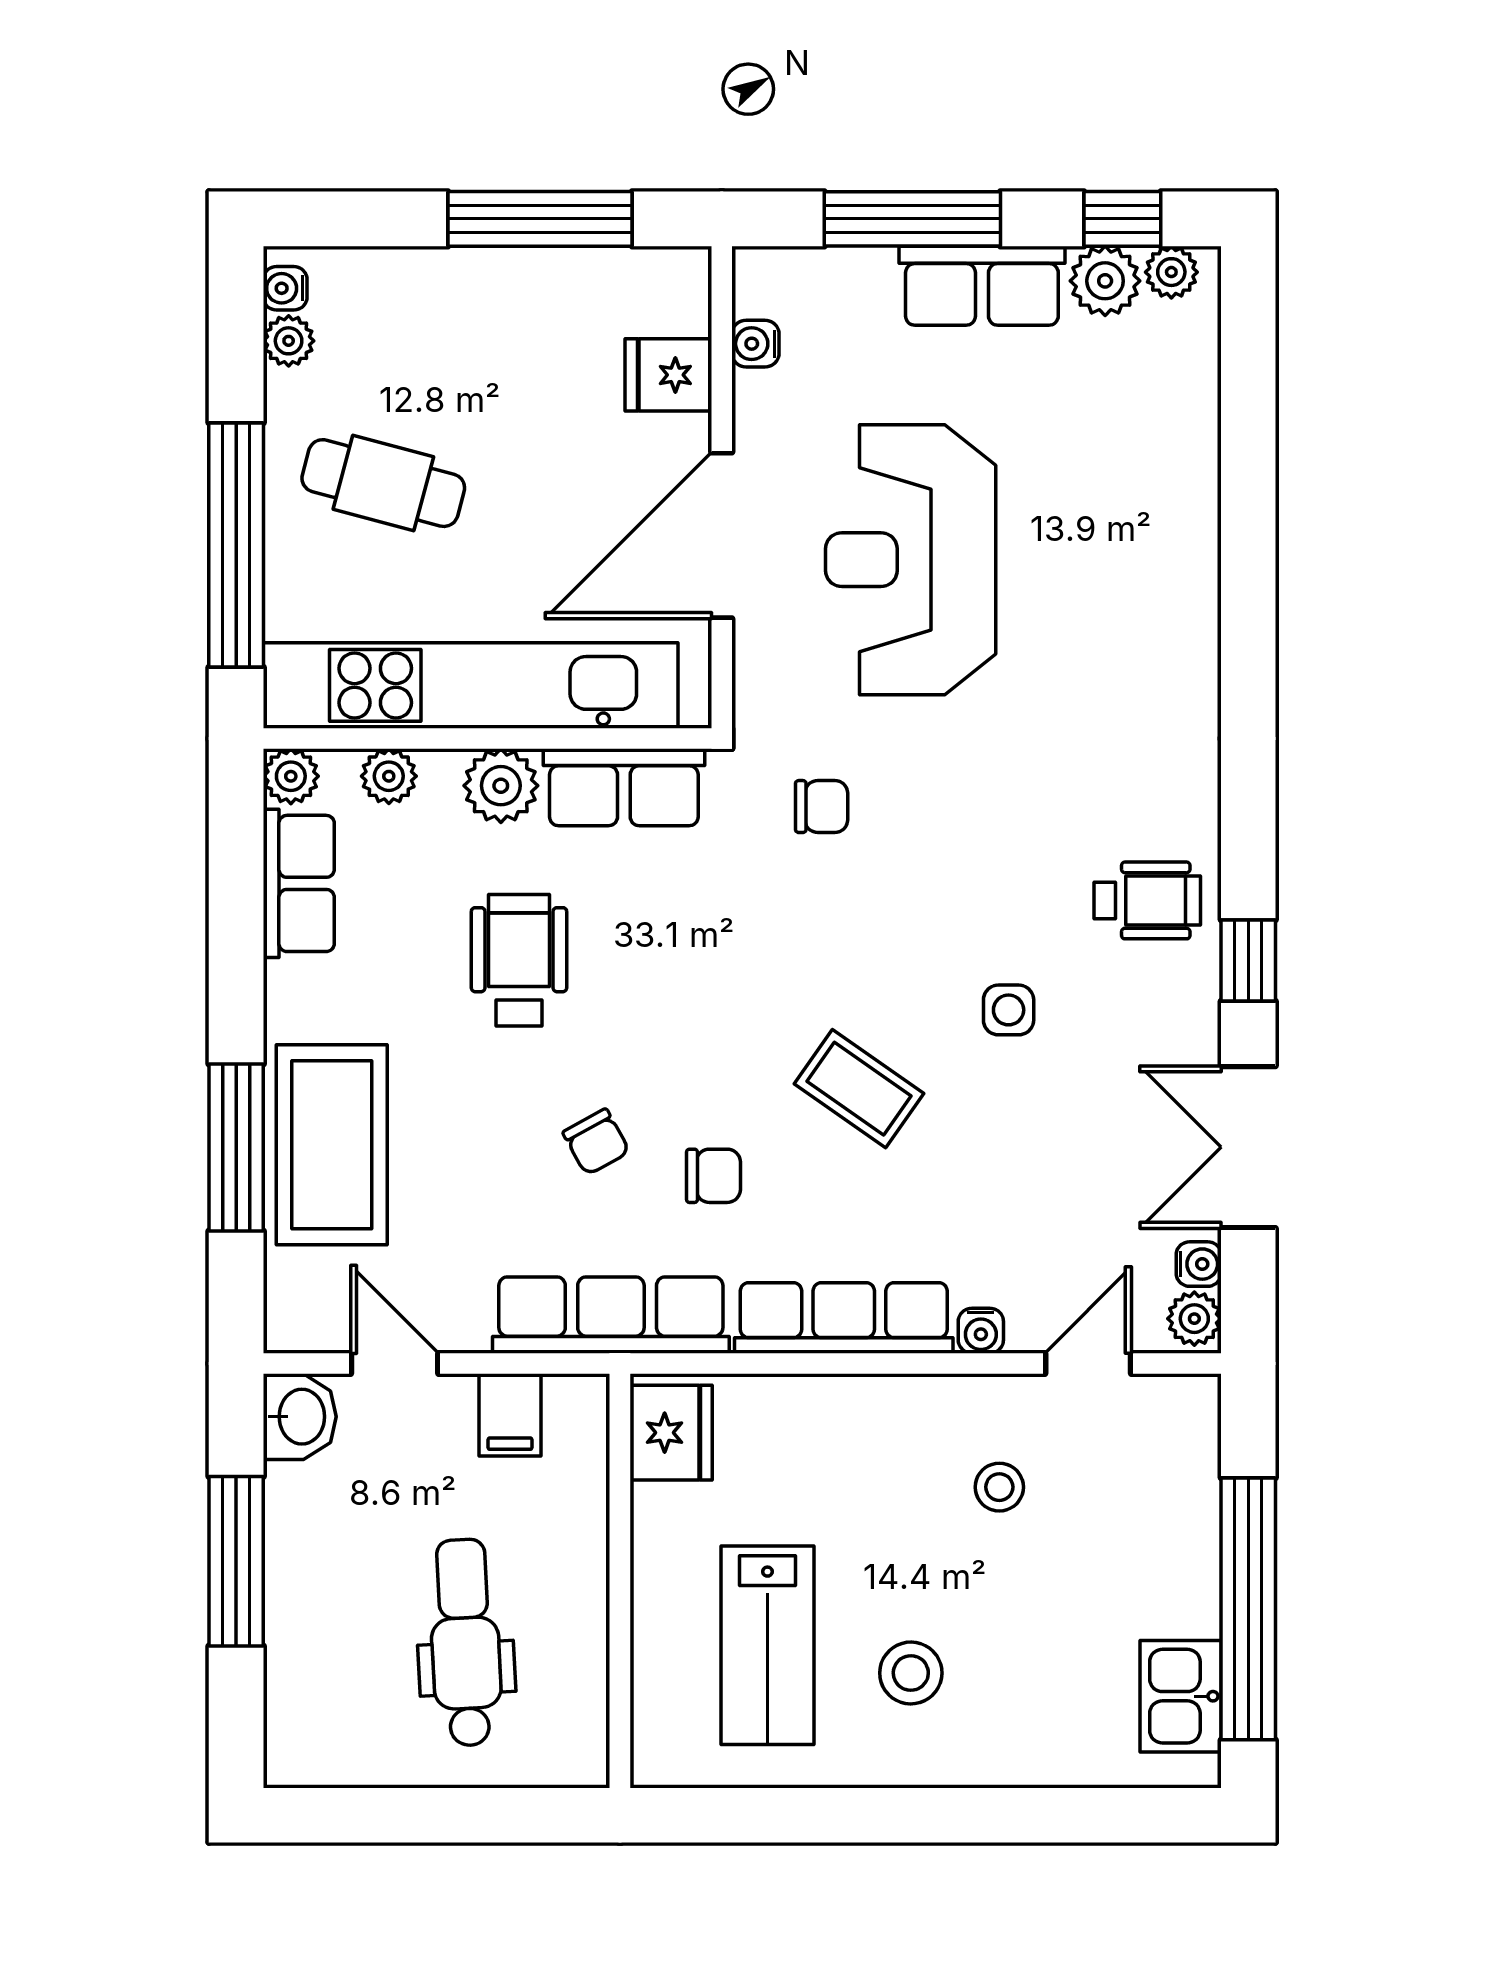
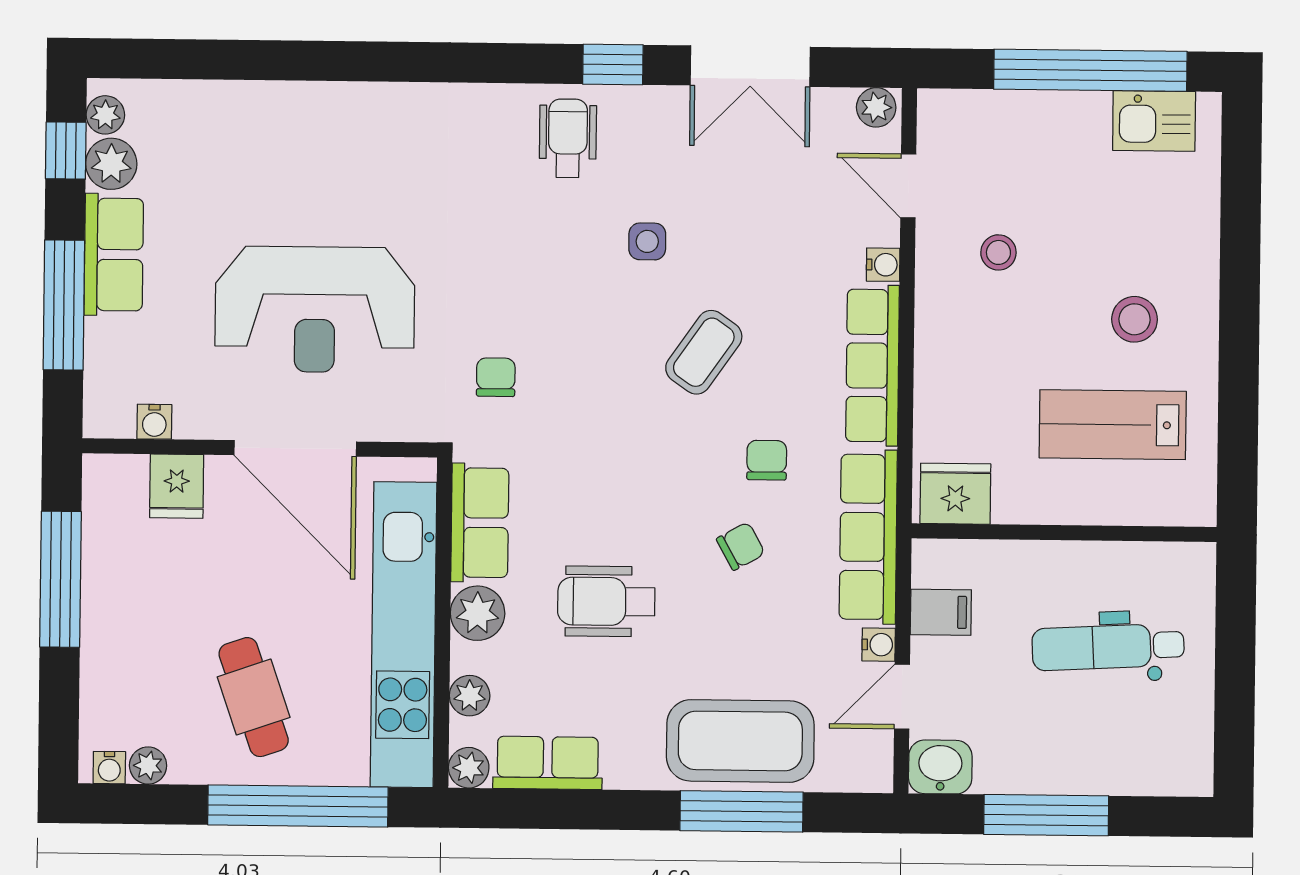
cafe table: (383, 483) -> (254, 697), turned -34
water cooler: (1199, 1264) -> (879, 645), moved, turned 90
lab bench: (767, 1645) -> (1113, 425), turned 180

